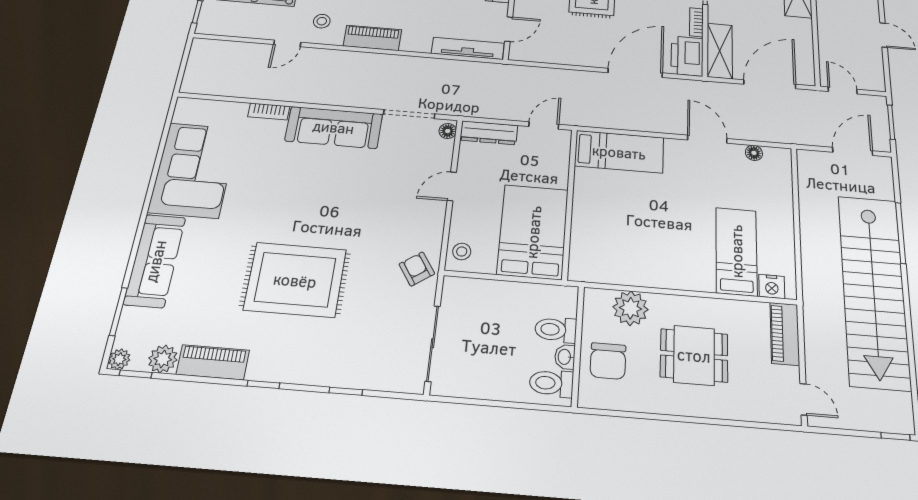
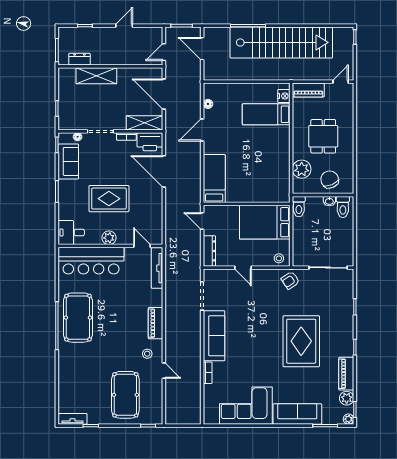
floor lamp: (448, 131) -> (210, 274), removed
toilet: (556, 330) -> (299, 207), moved
chair: (608, 361) -> (330, 179), turned -113

